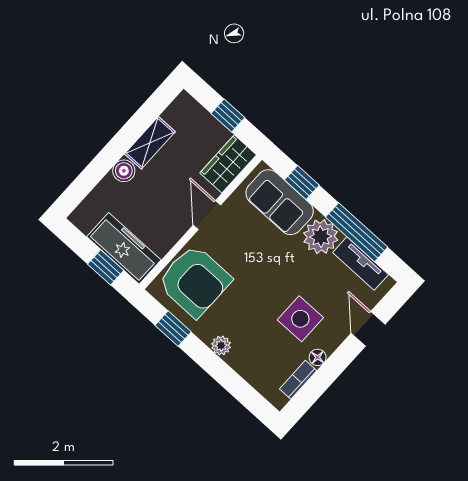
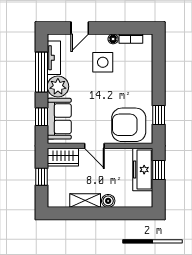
door: (207, 215) -> (94, 146), hinge flipped
armchair: (194, 281) -> (129, 125), turned -90
plant: (221, 345) -> (147, 87), removed

